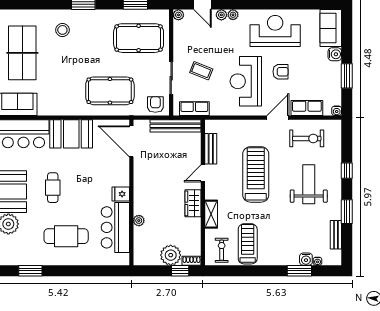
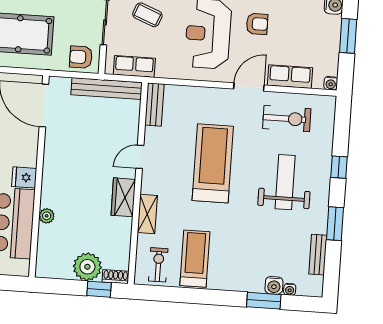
armchair: (155, 104) -> (81, 57), turned -90
bench: (211, 149) -> (154, 105), moved

